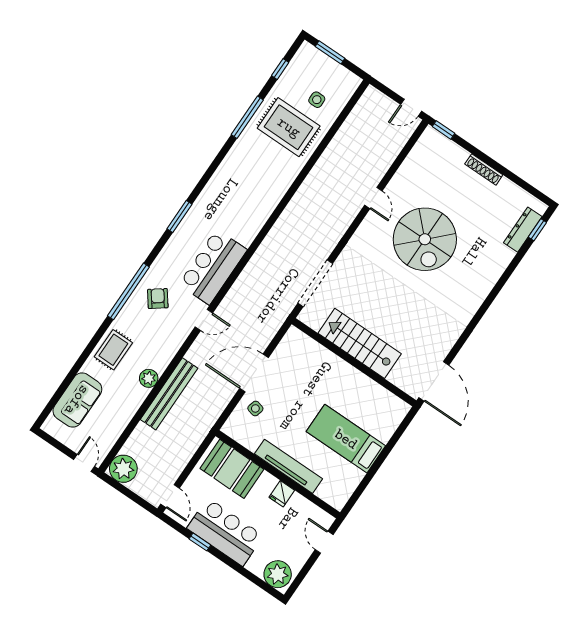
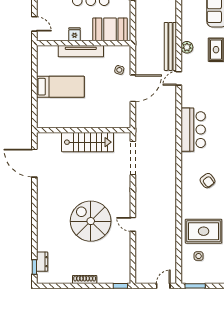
window: (330, 52) -> (195, 286), moved
door: (411, 108) -> (163, 286), moved
dresser: (523, 230) -> (42, 262), width x0.70
armchair: (158, 299) -> (208, 181), moved
door: (204, 320) -> (179, 78), moved
door: (434, 381) -> (34, 163), moved

